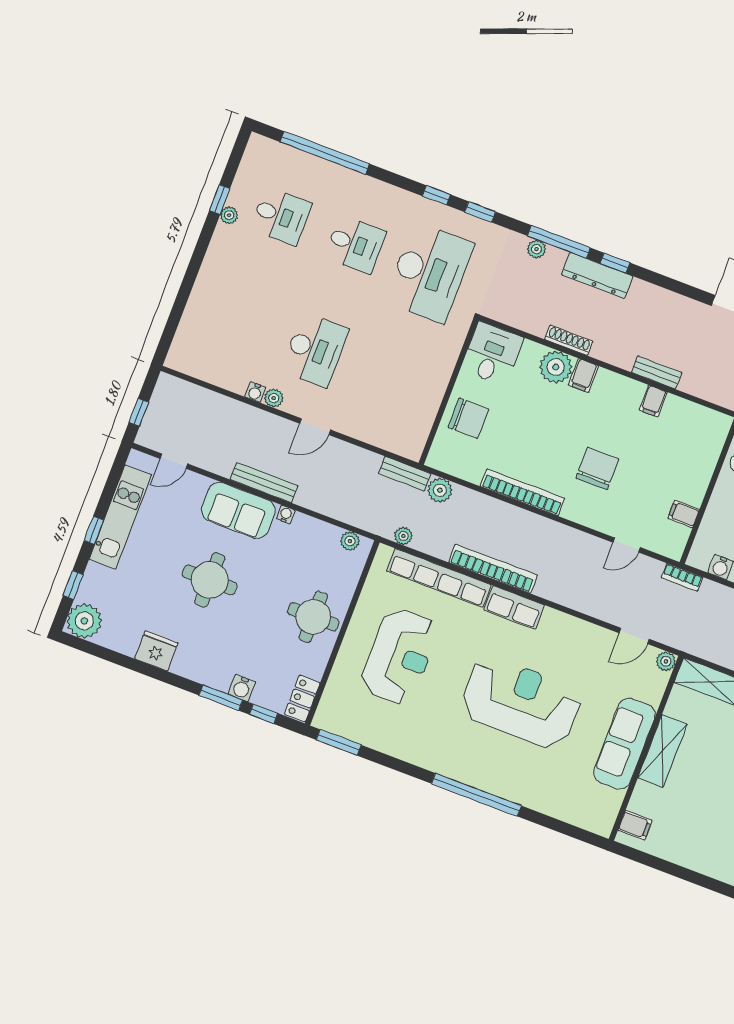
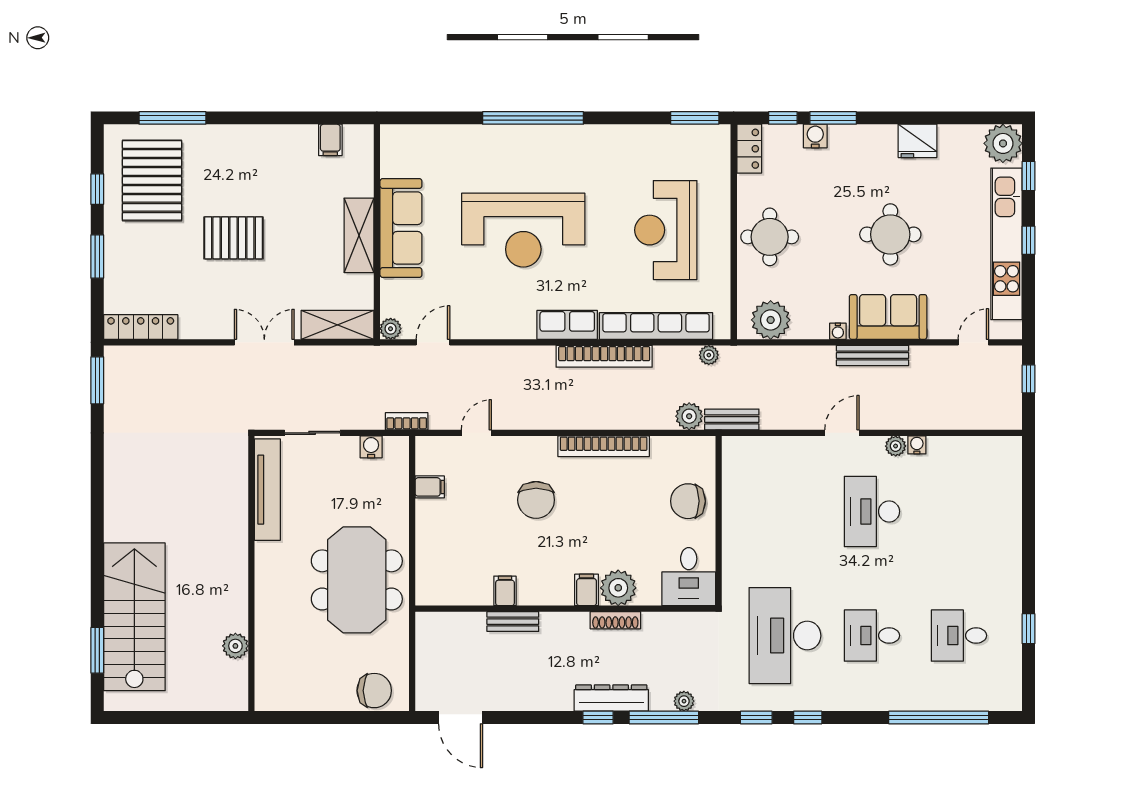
plant: (229, 215) -> (1013, 616), removed
kitchen unit: (120, 517) -> (1007, 244), width x1.36
plant: (350, 541) -> (771, 320), width x1.88, depth x1.88
filing cabinet: (635, 825) -> (330, 140), moved, turned -90

